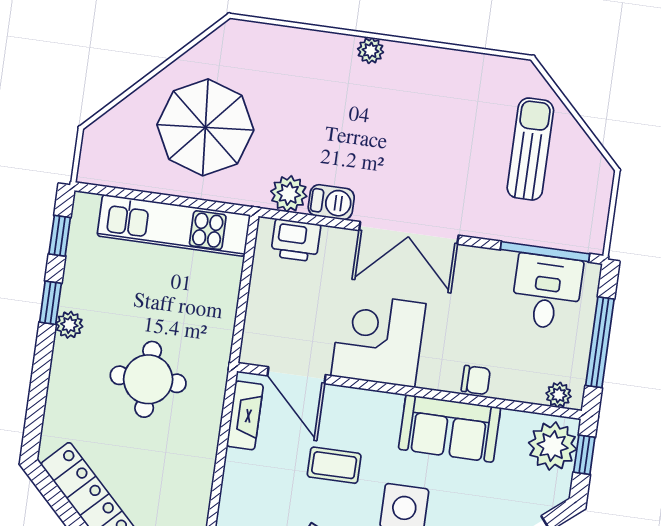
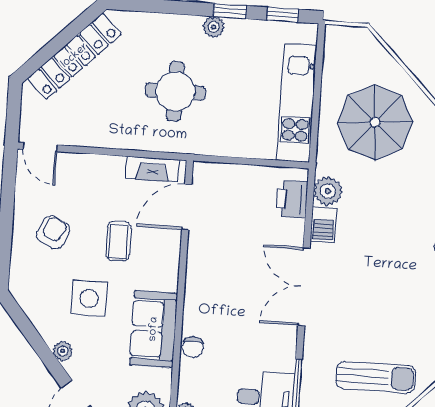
corner desk: (378, 340) -> (219, 269), removed

